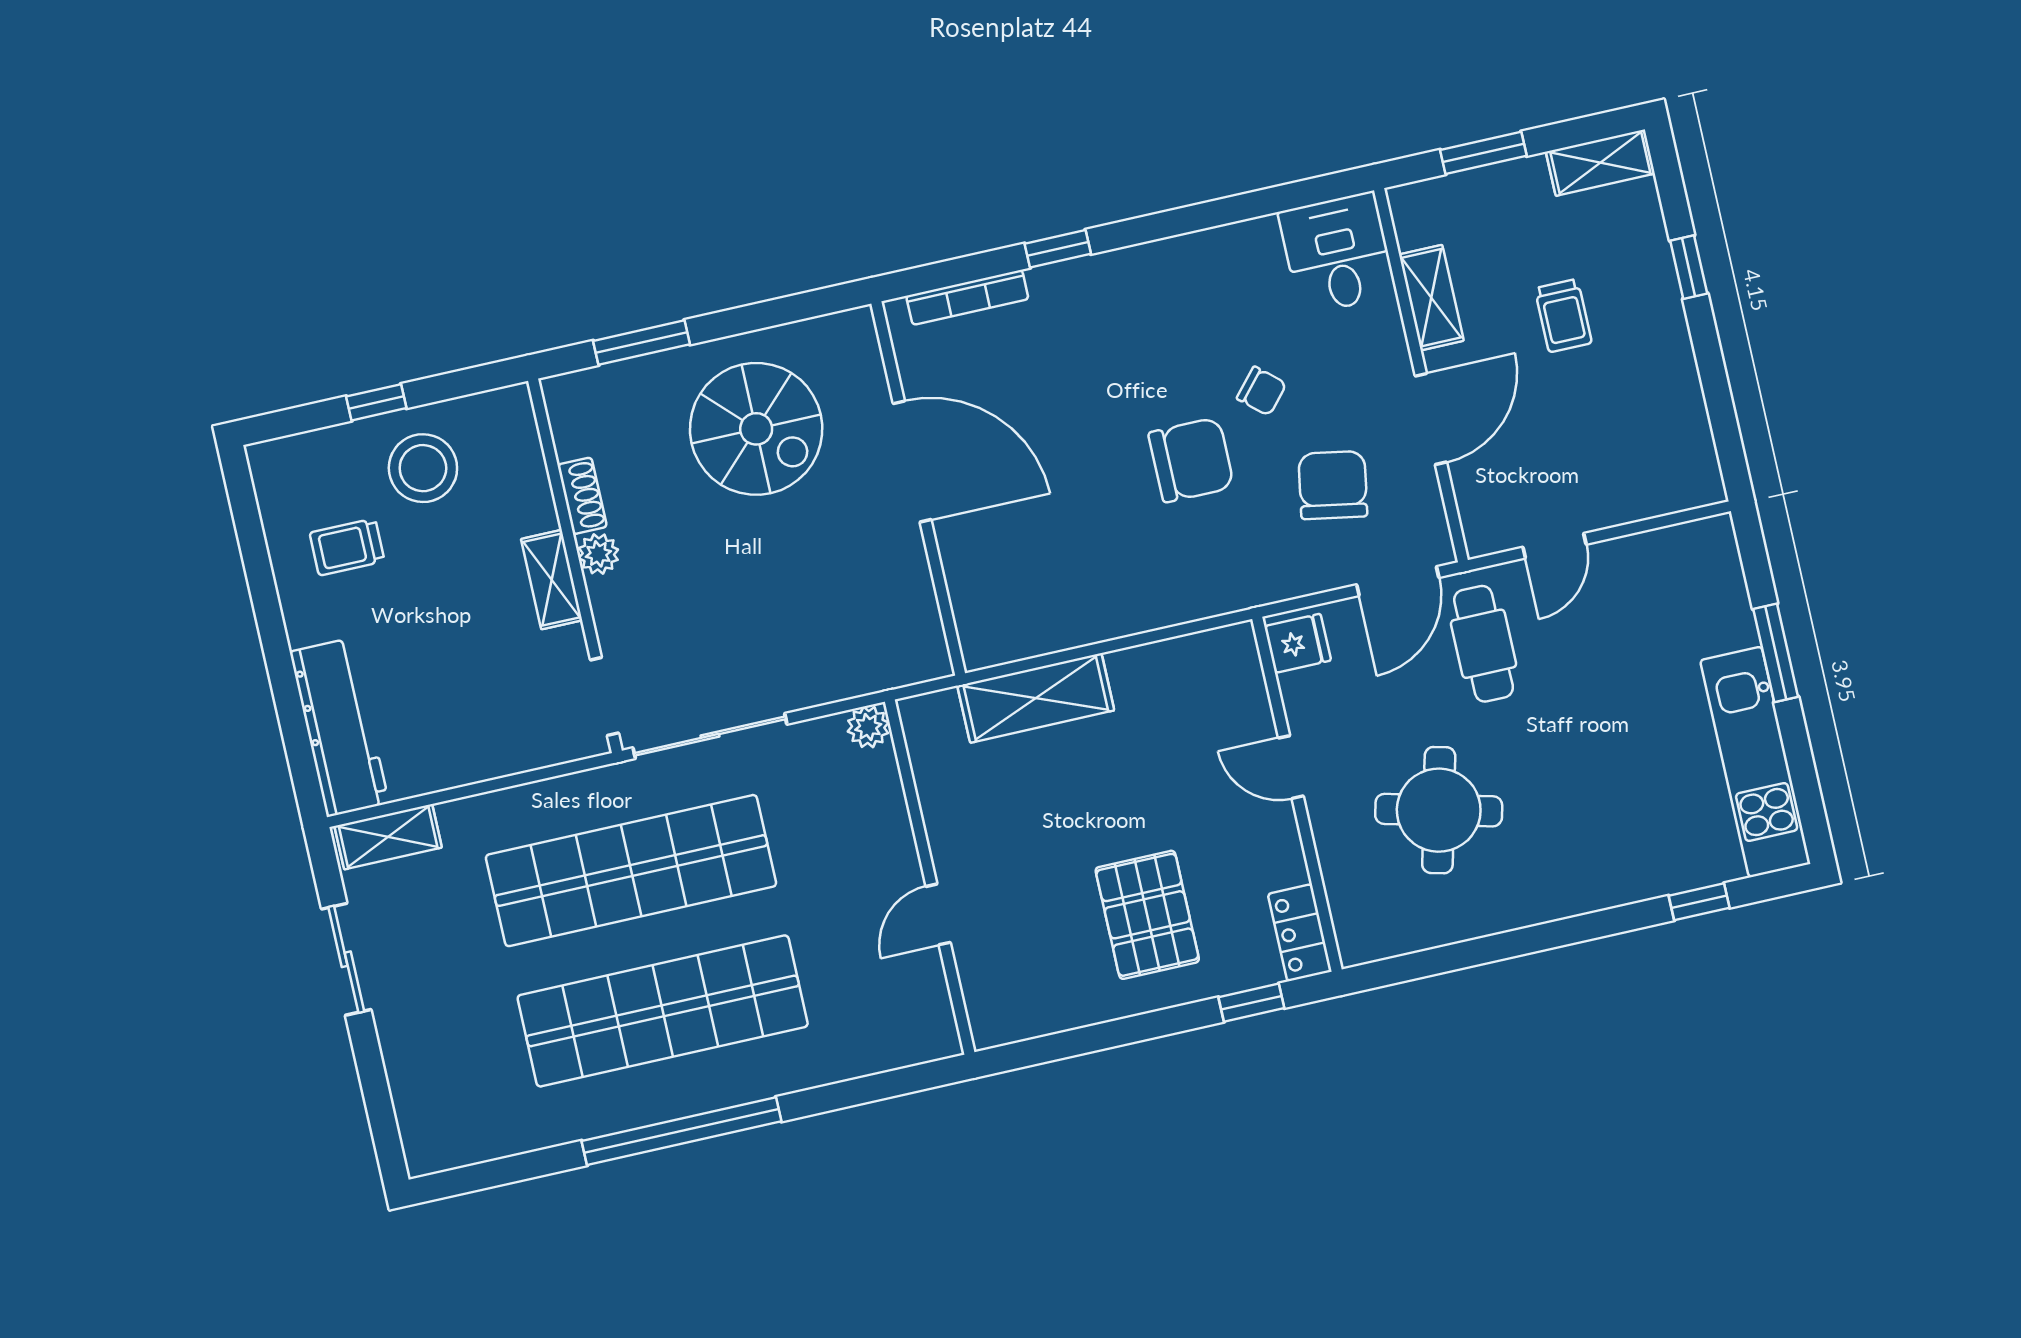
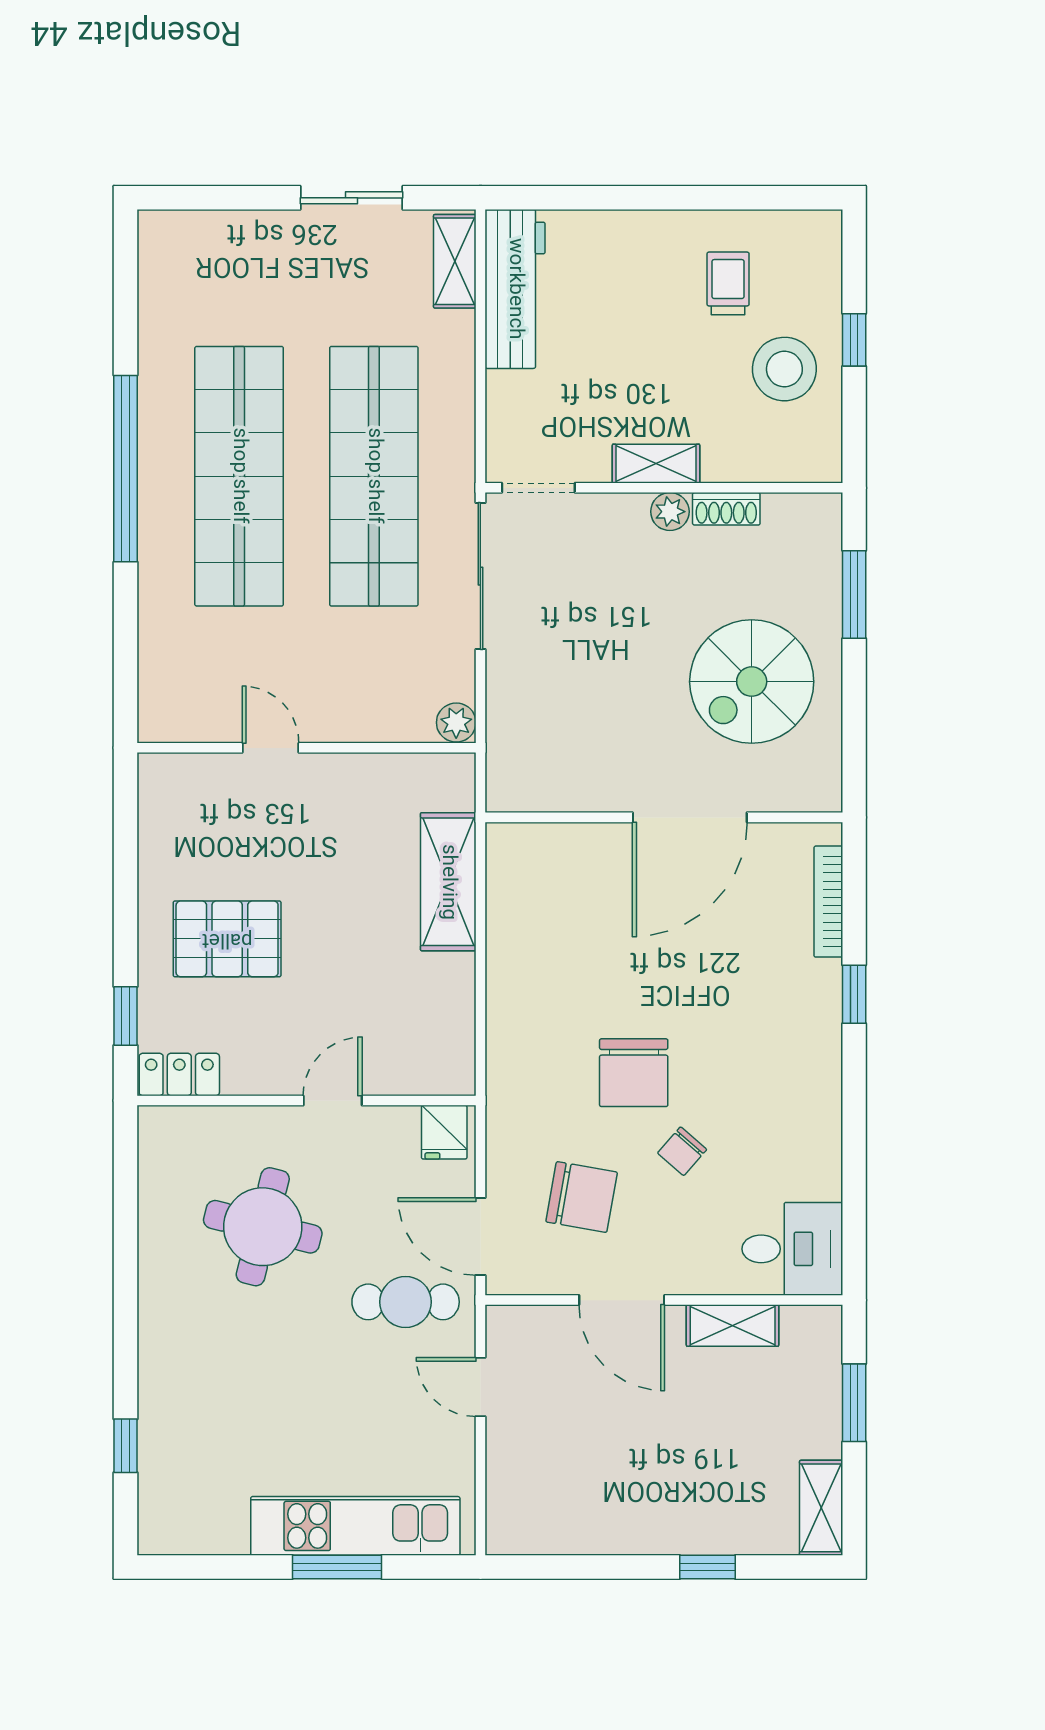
trolley: (1563, 316) -> (689, 1442), removed
workbench: (339, 727) -> (515, 289), moved, turned -90
kitchen unit: (1755, 762) -> (355, 1526), moved

